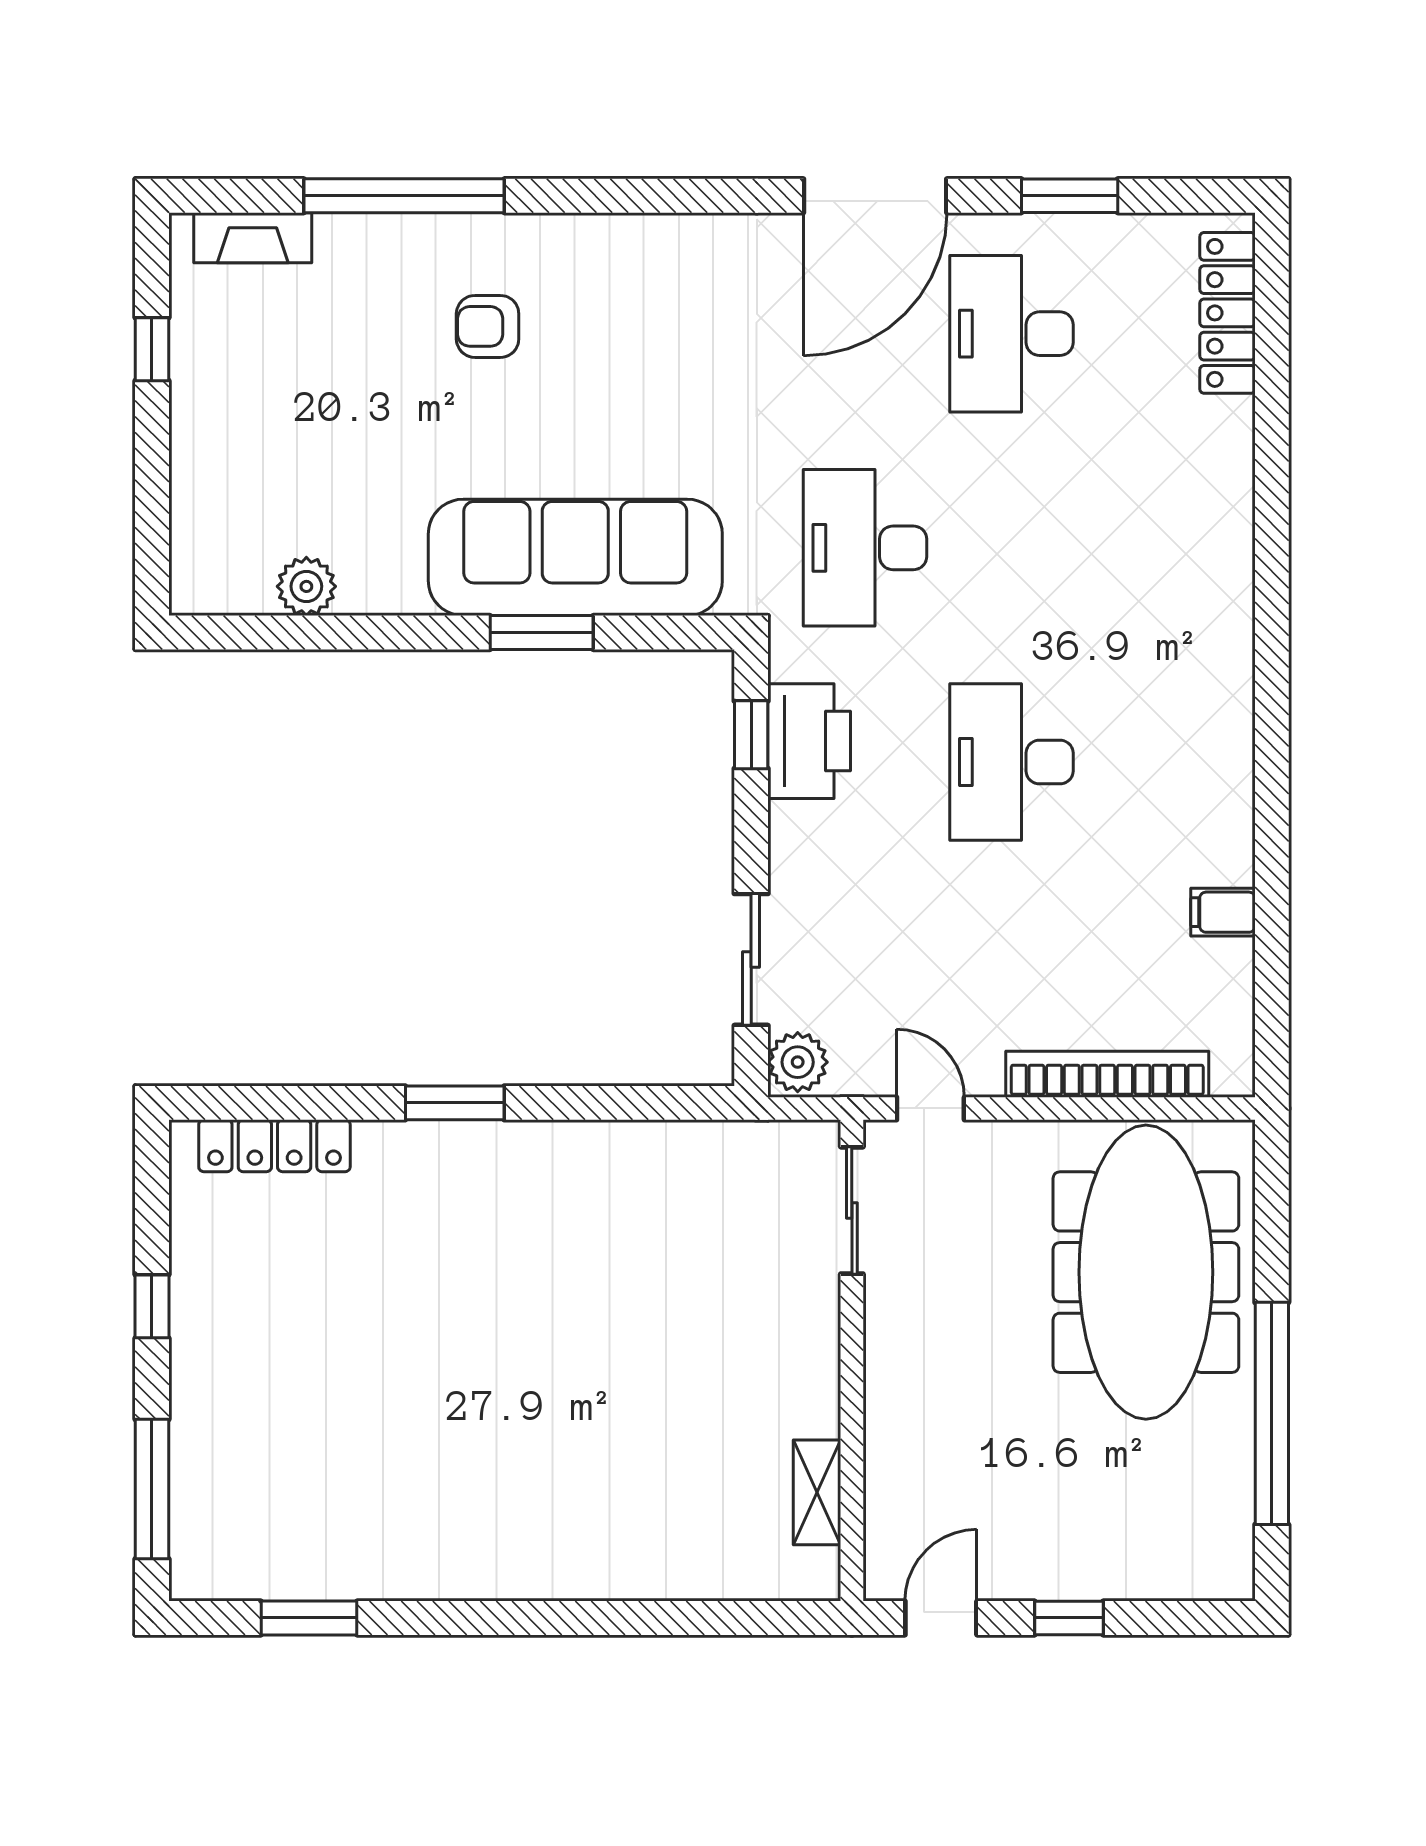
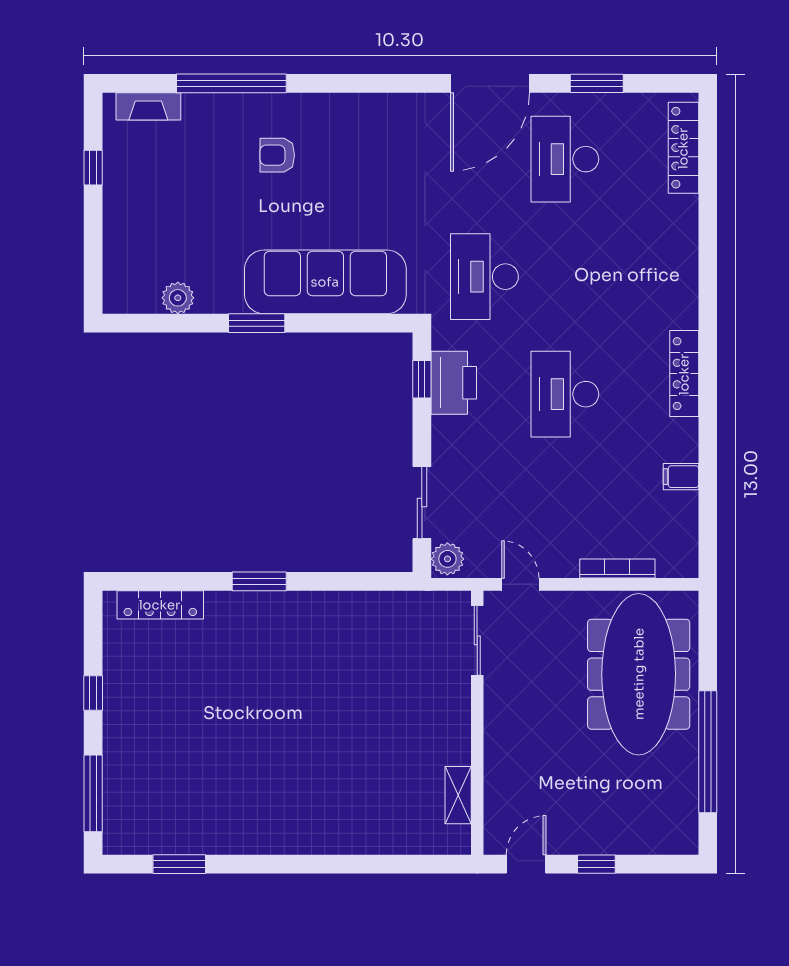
window: (542, 633) -> (257, 323), moved
locker: (1229, 725) -> (684, 374), added
bookcase: (1107, 1074) -> (617, 569), width x0.68, depth x0.76

